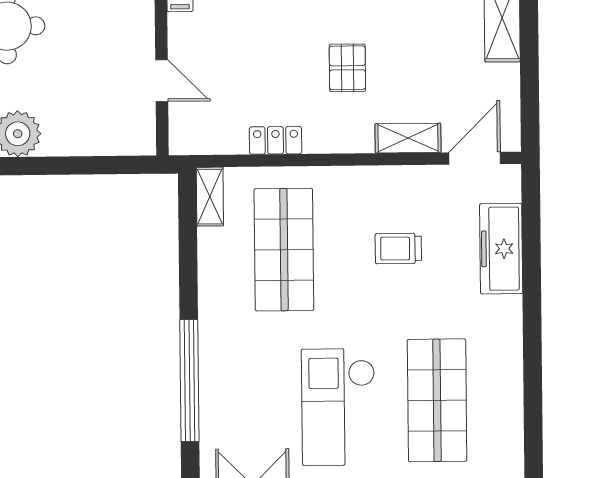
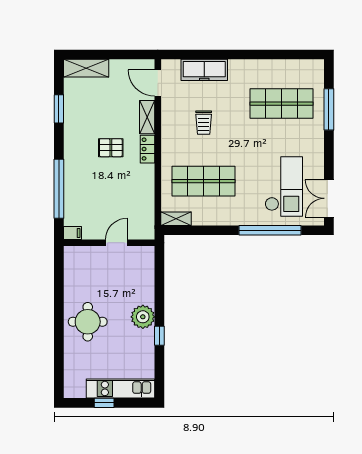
locker: (276, 140) -> (148, 149), moved
checkout: (338, 407) -> (284, 187), moved, turned -90

